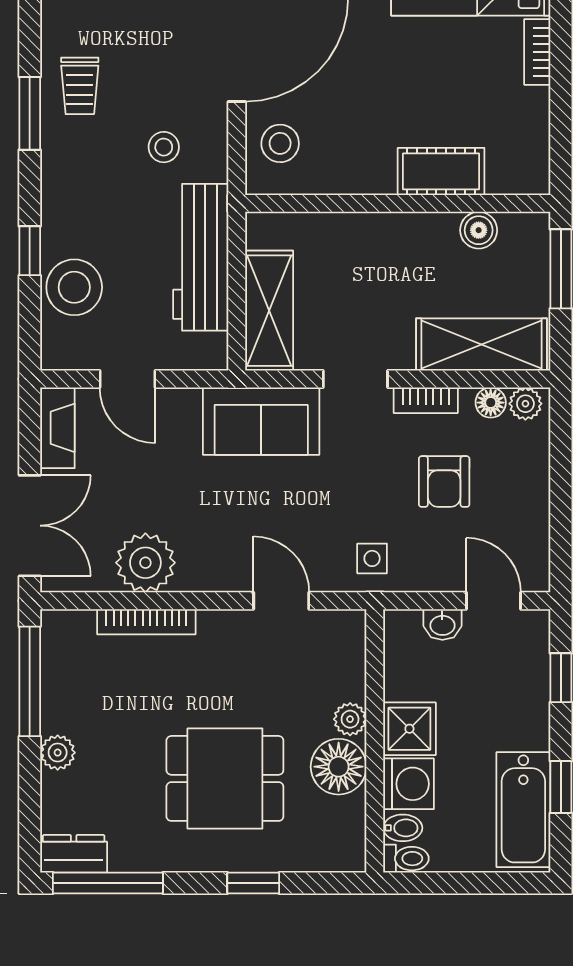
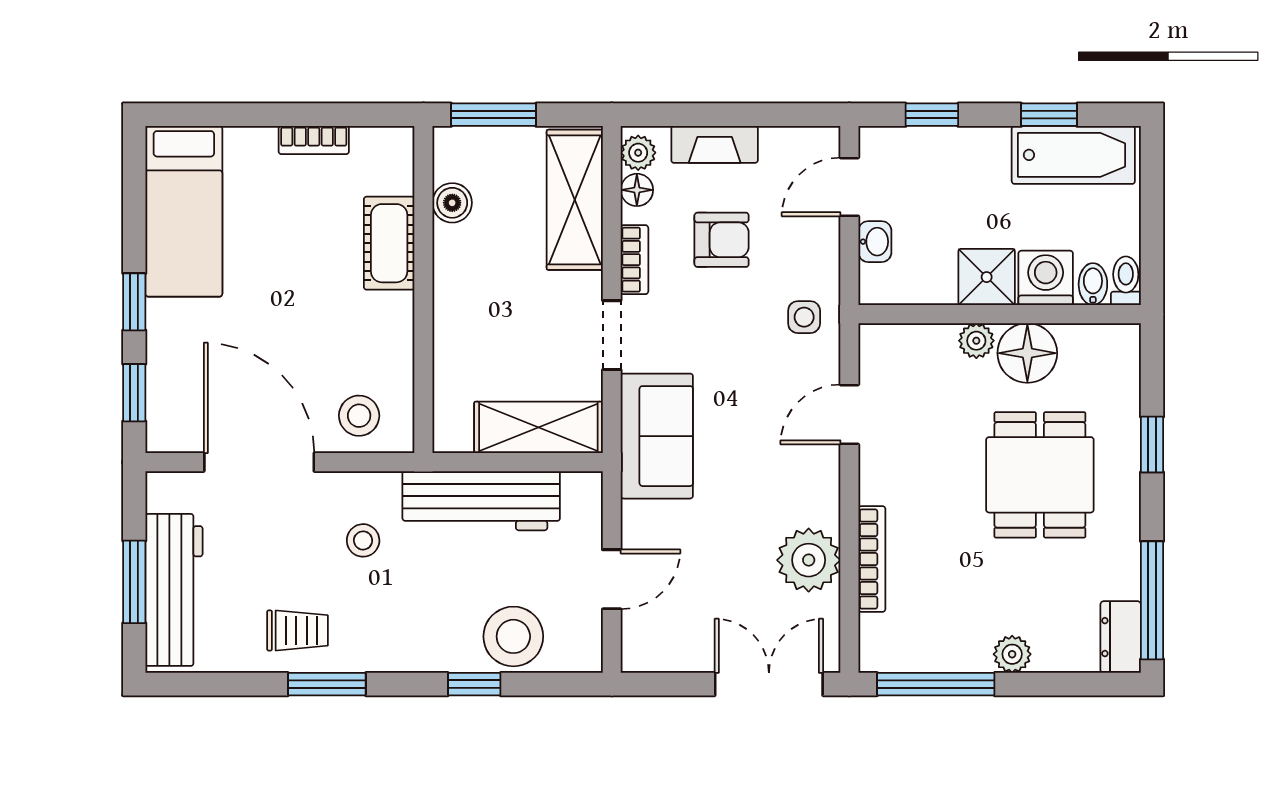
bookcase: (537, 52) -> (314, 140), moved
fireplace: (57, 428) -> (715, 144), moved, turned 180

